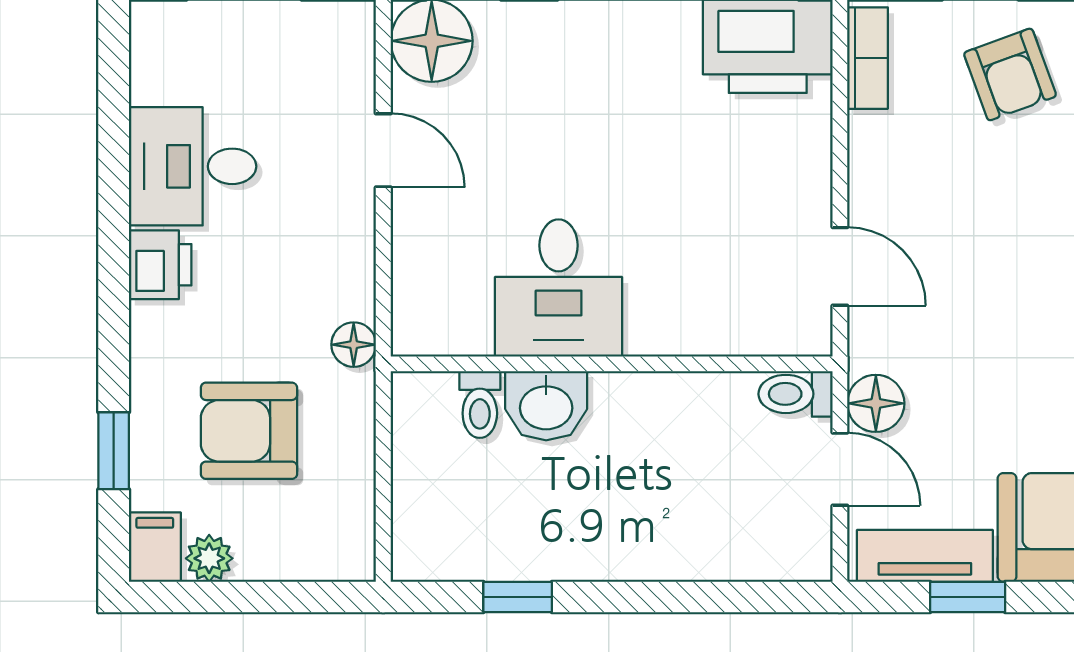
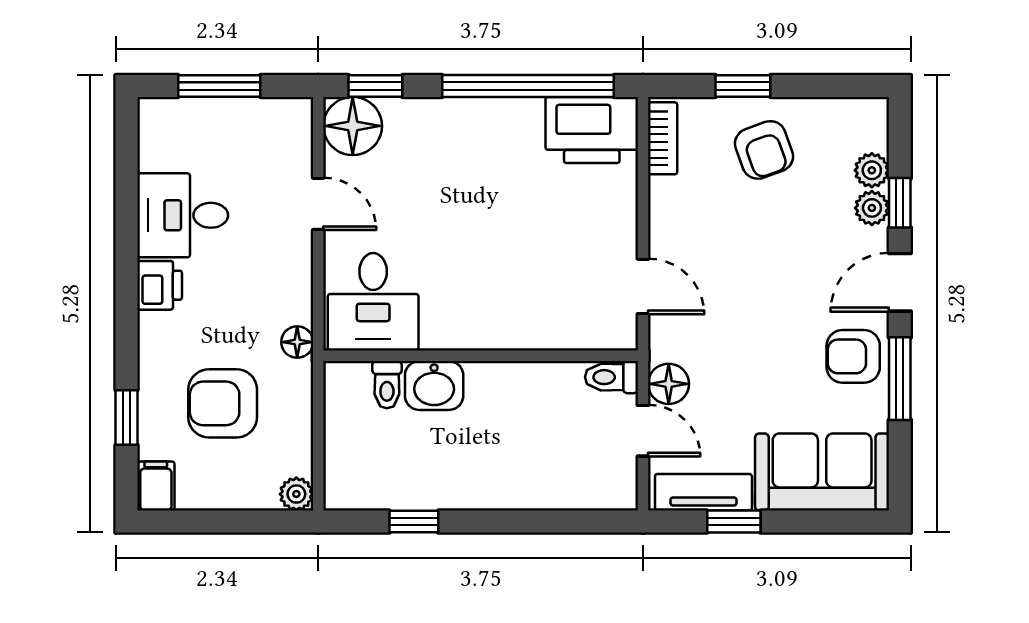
desk: (559, 288) -> (373, 302), moved
plant: (209, 558) -> (296, 494), moved

